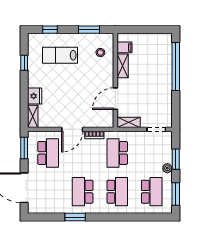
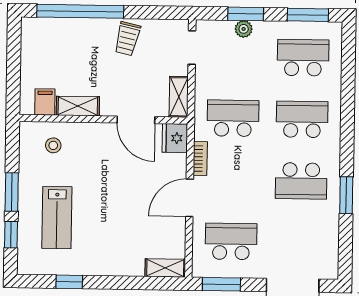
window: (89, 30) -> (12, 192), moved
trolley: (161, 93) -> (127, 39), added
fridge: (35, 96) -> (175, 138), moved, turned -90
door: (72, 129) -> (190, 198), swing flipped
school desk: (117, 153) -> (233, 118), turned 180
plant: (167, 168) -> (244, 29), moved

